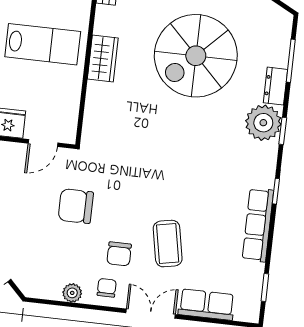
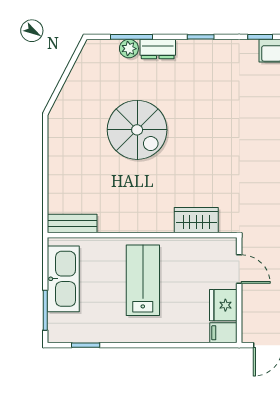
spiral stairs: (196, 56) -> (137, 130), width x0.73, depth x0.73
wardrobe: (103, 58) -> (196, 220), moved
plant: (263, 123) -> (129, 49), moved, width x0.53, depth x0.53

